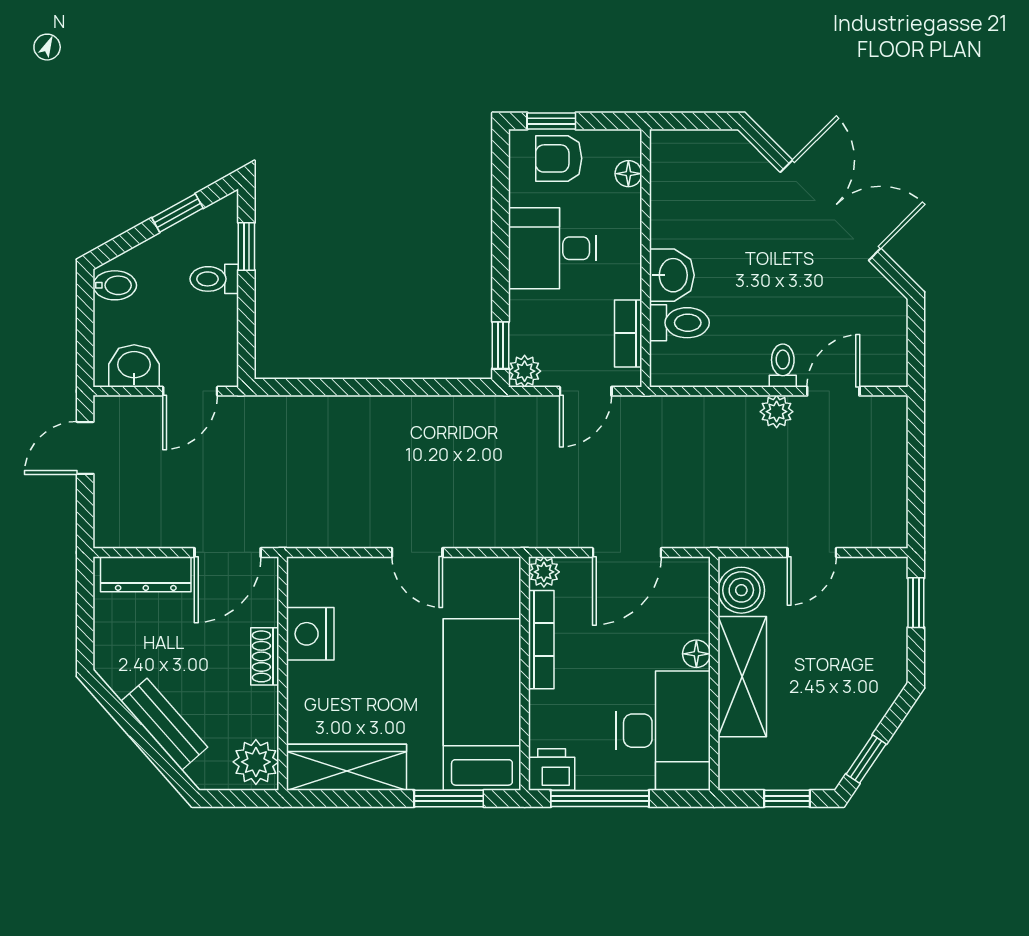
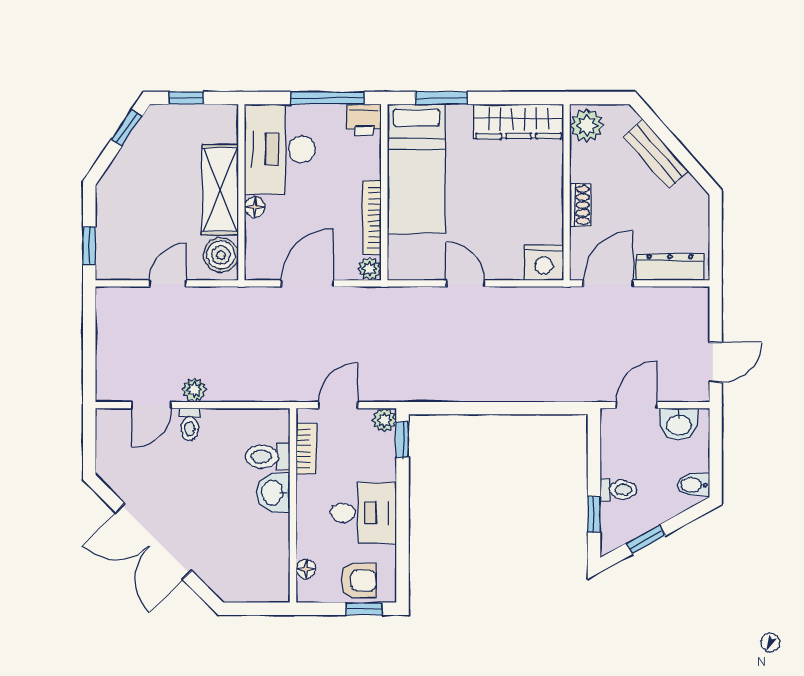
nightstand: (310, 634) -> (544, 263), moved, turned 90

